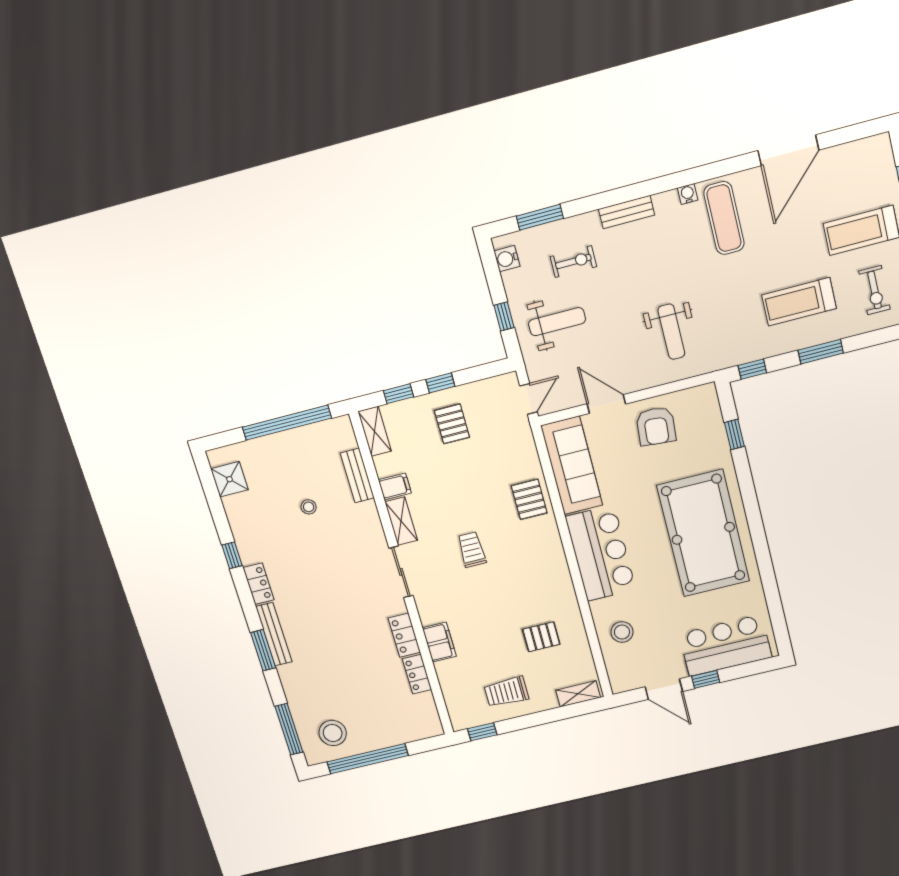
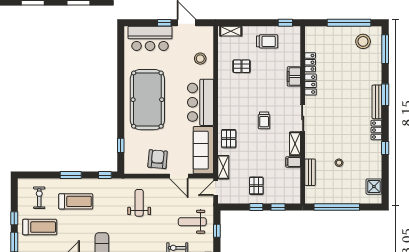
shelving: (375, 431) -> (223, 167), moved

